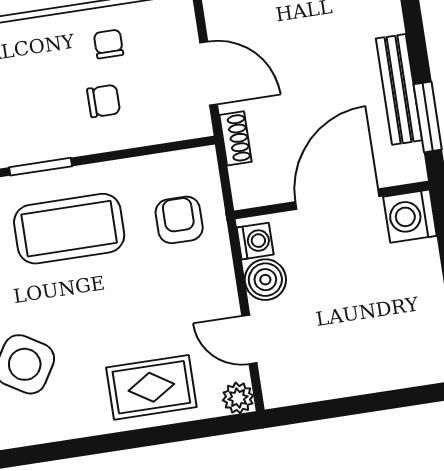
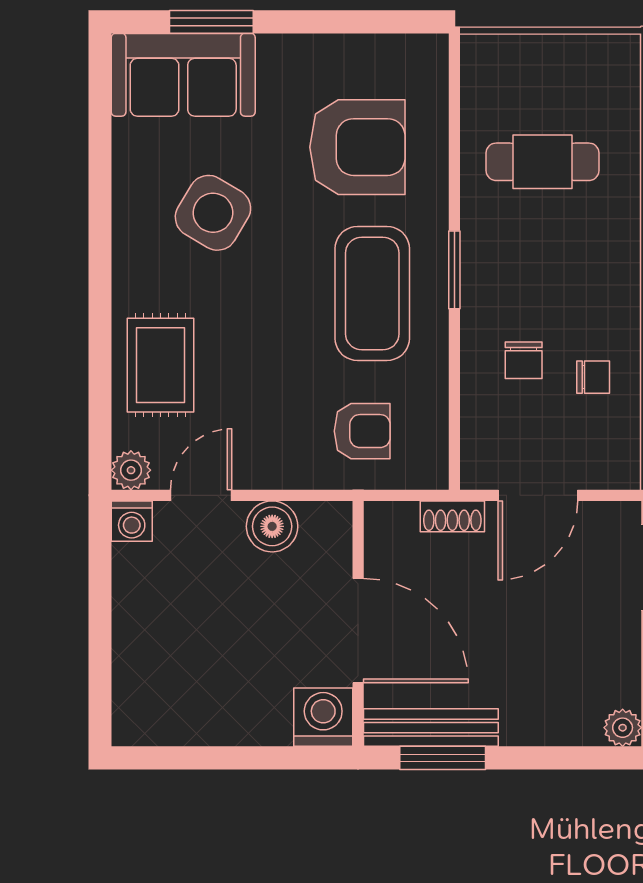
bench: (399, 89) -> (431, 728), moved
washing machine: (255, 241) -> (132, 521), moved

